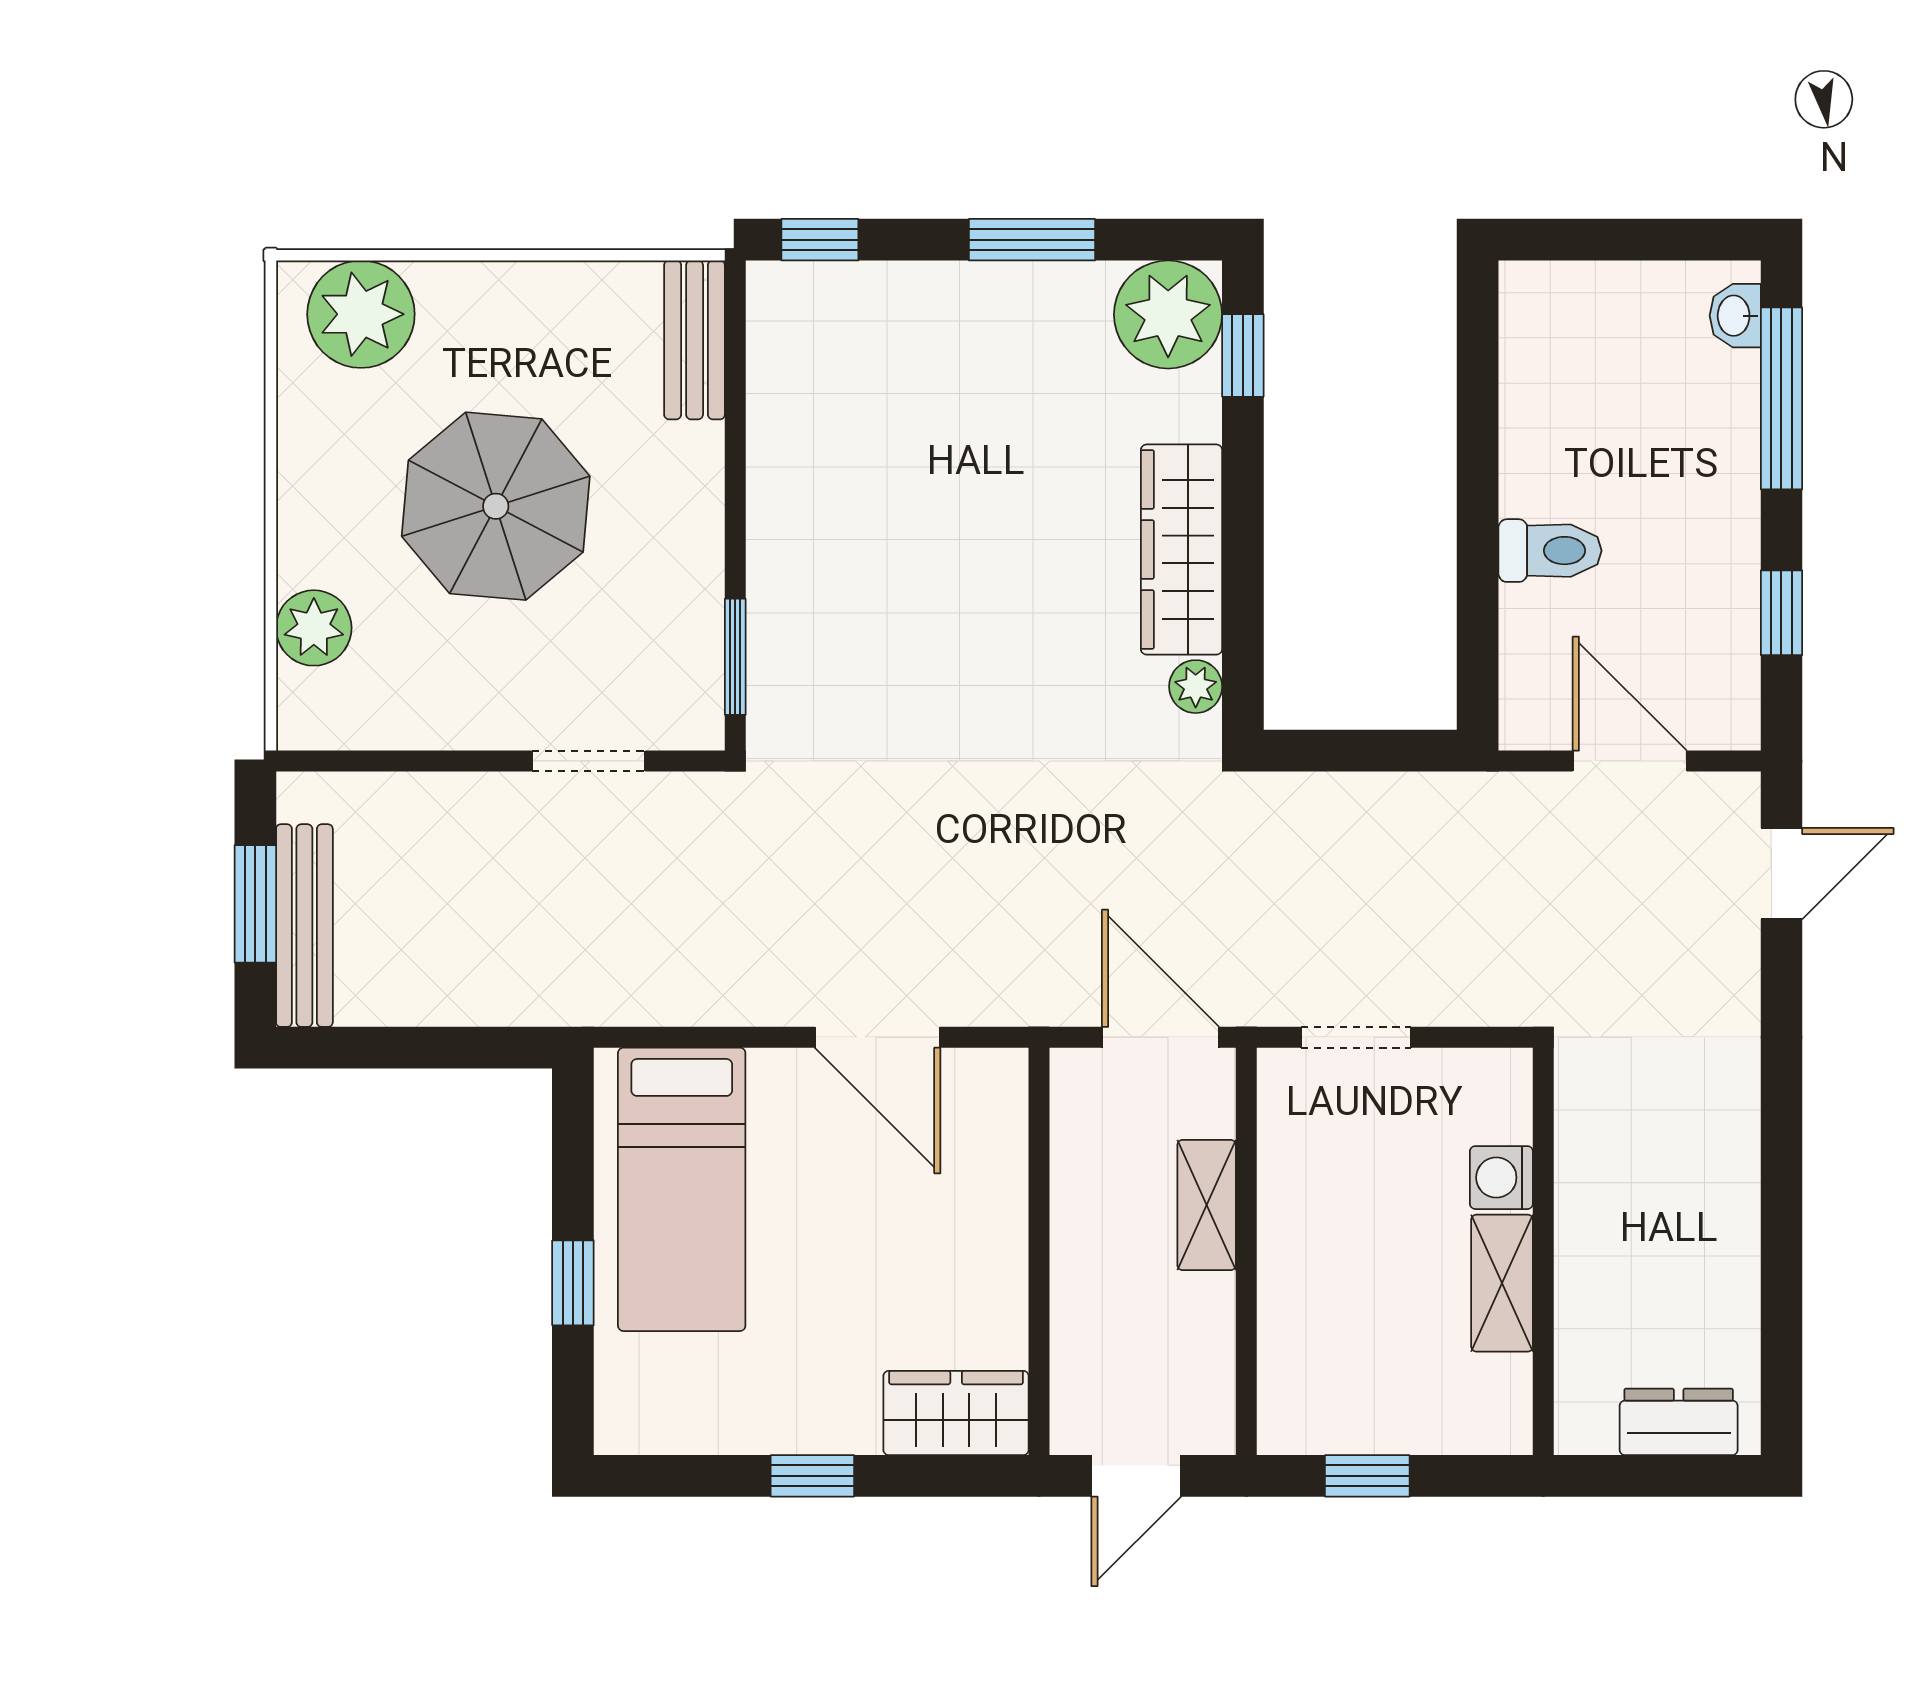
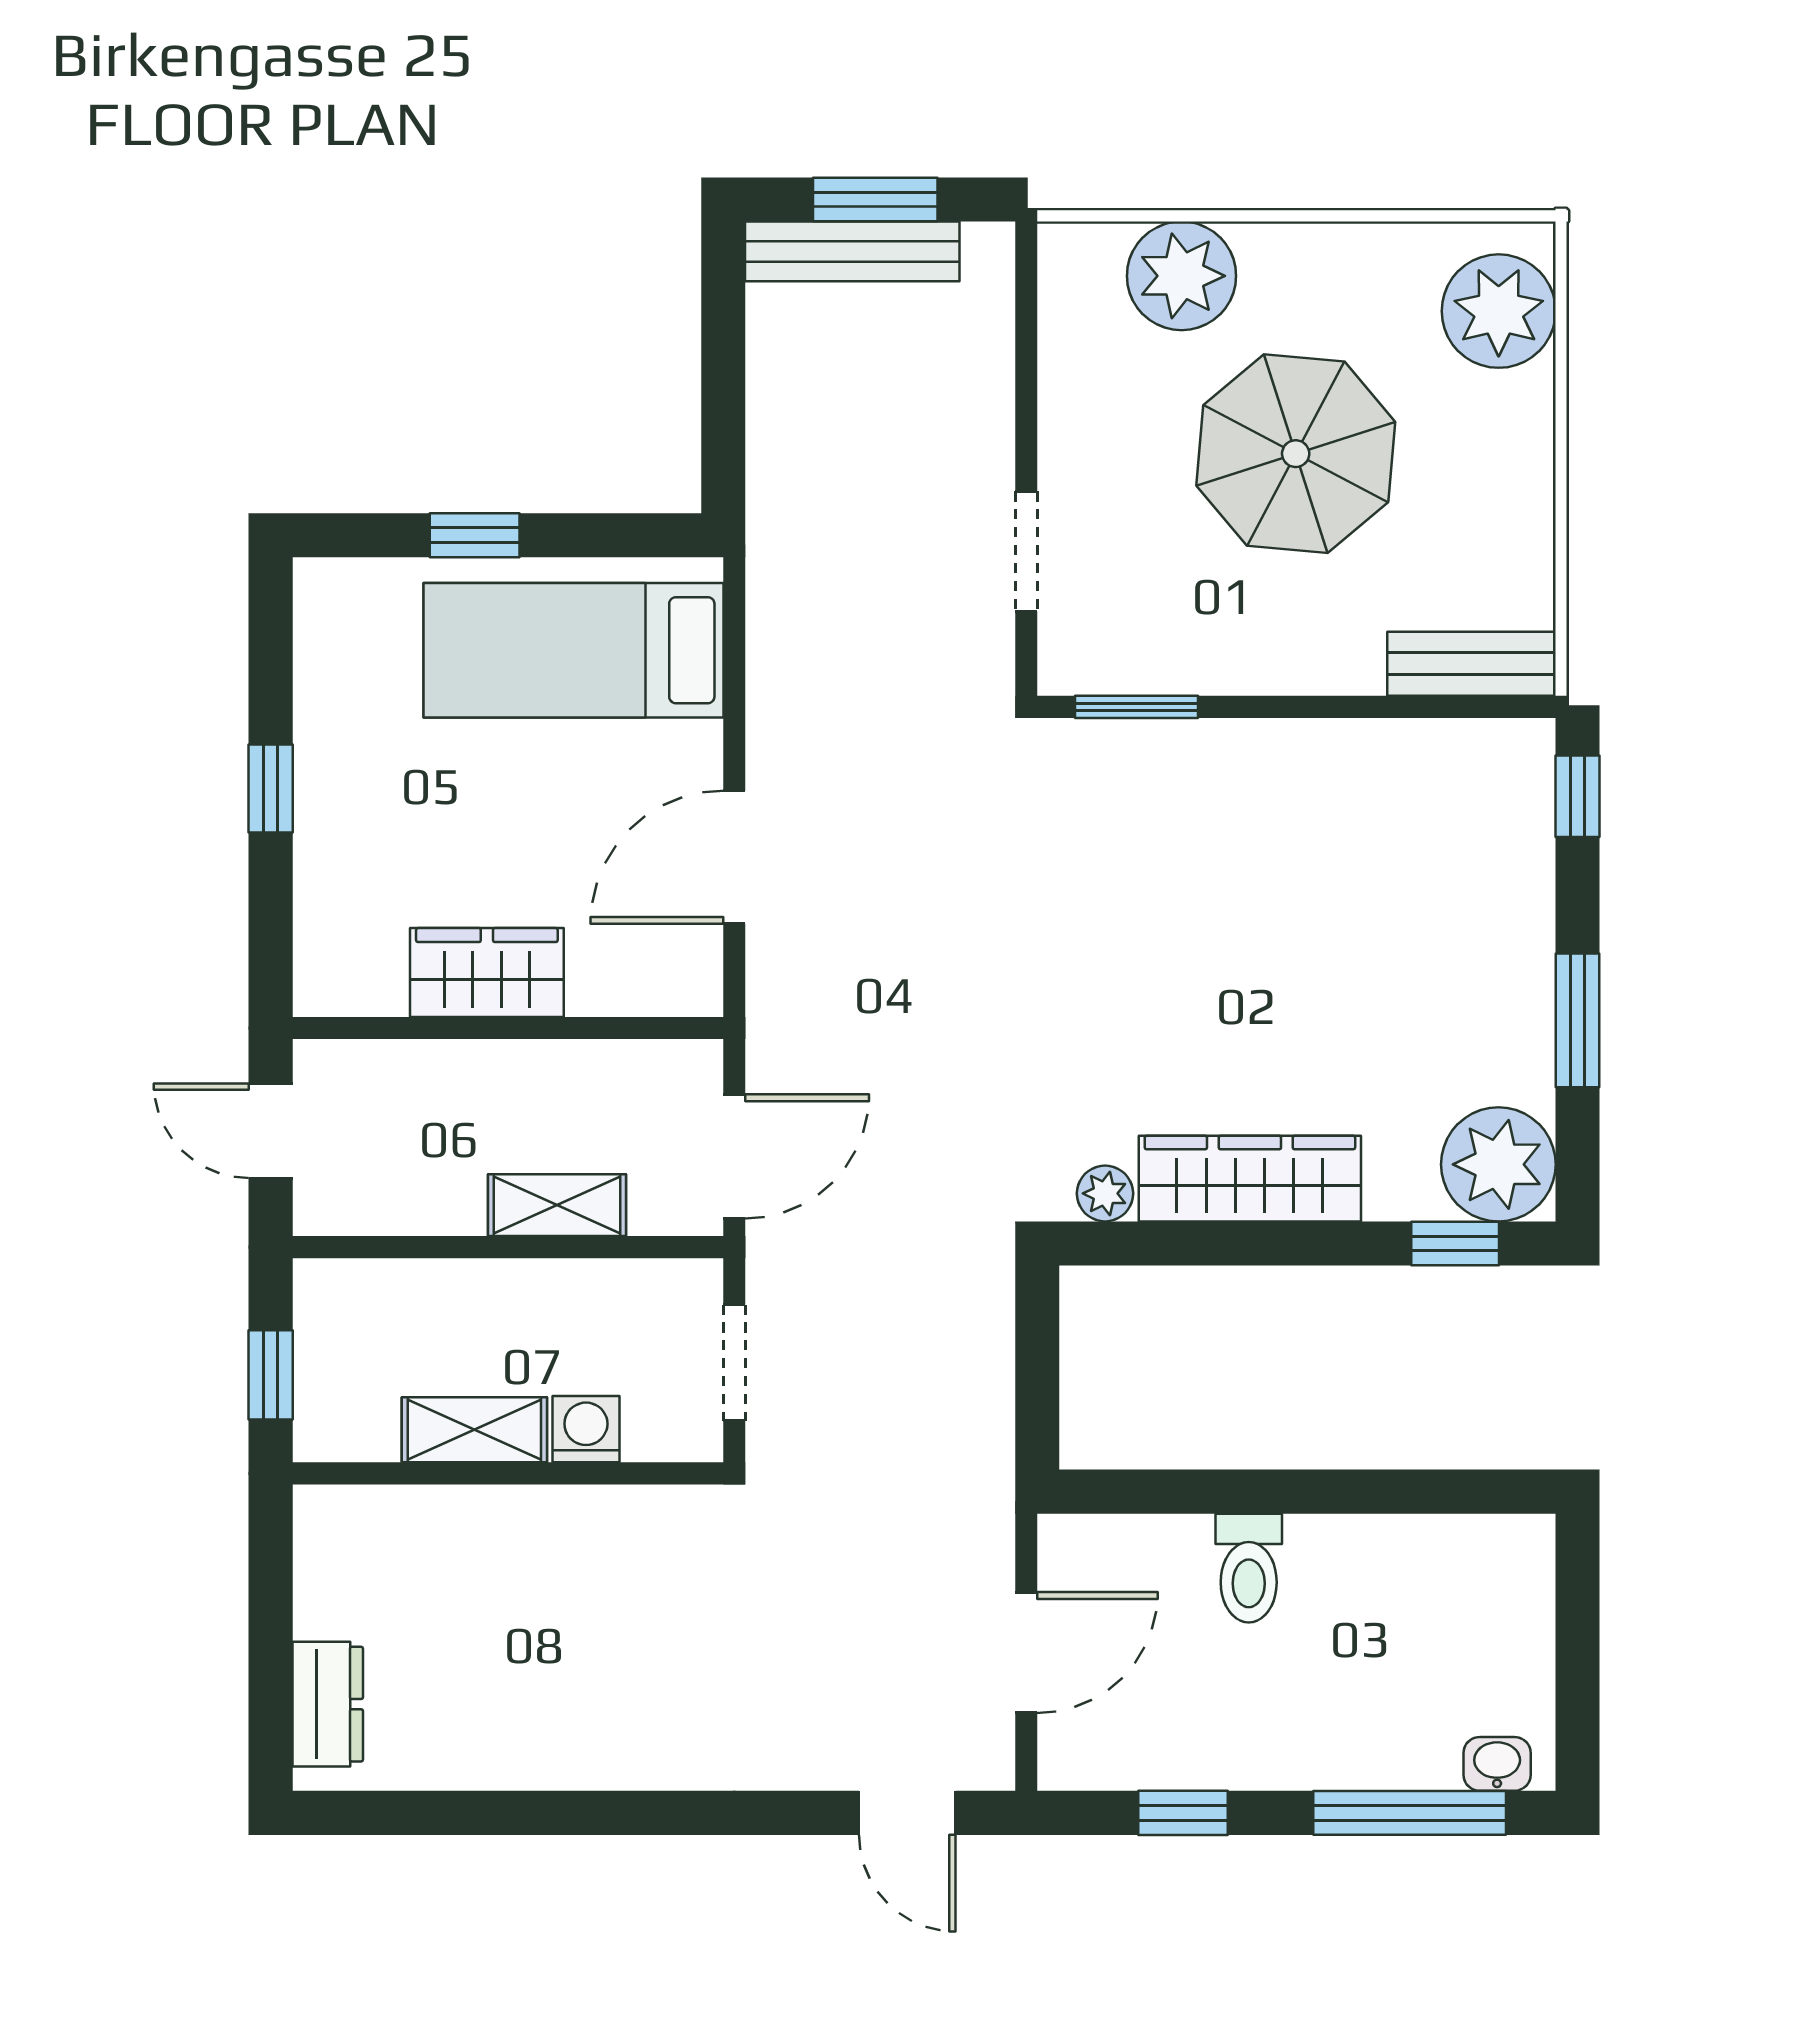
plant: (314, 628) -> (1181, 276), width x1.36, depth x1.36
washing machine: (1501, 1178) -> (586, 1429), moved
wall: (1543, 1251) -> (508, 1473), moved
shelving: (1502, 1283) -> (474, 1430), moved
wardrobe: (956, 1413) -> (487, 973), moved, turned -90

